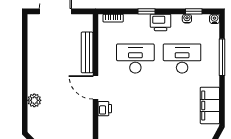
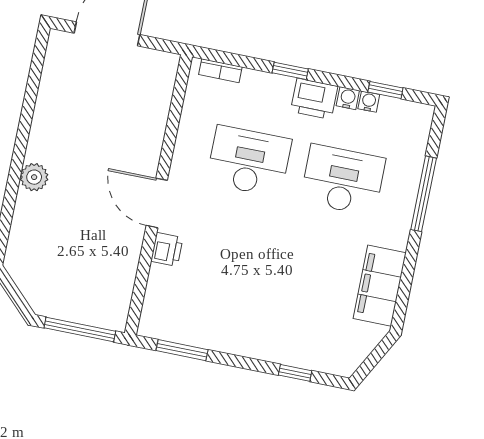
water cooler: (215, 19) -> (348, 98), moved
bench: (87, 52) -> (154, 129), removed
plant: (34, 100) -> (34, 177), moved

